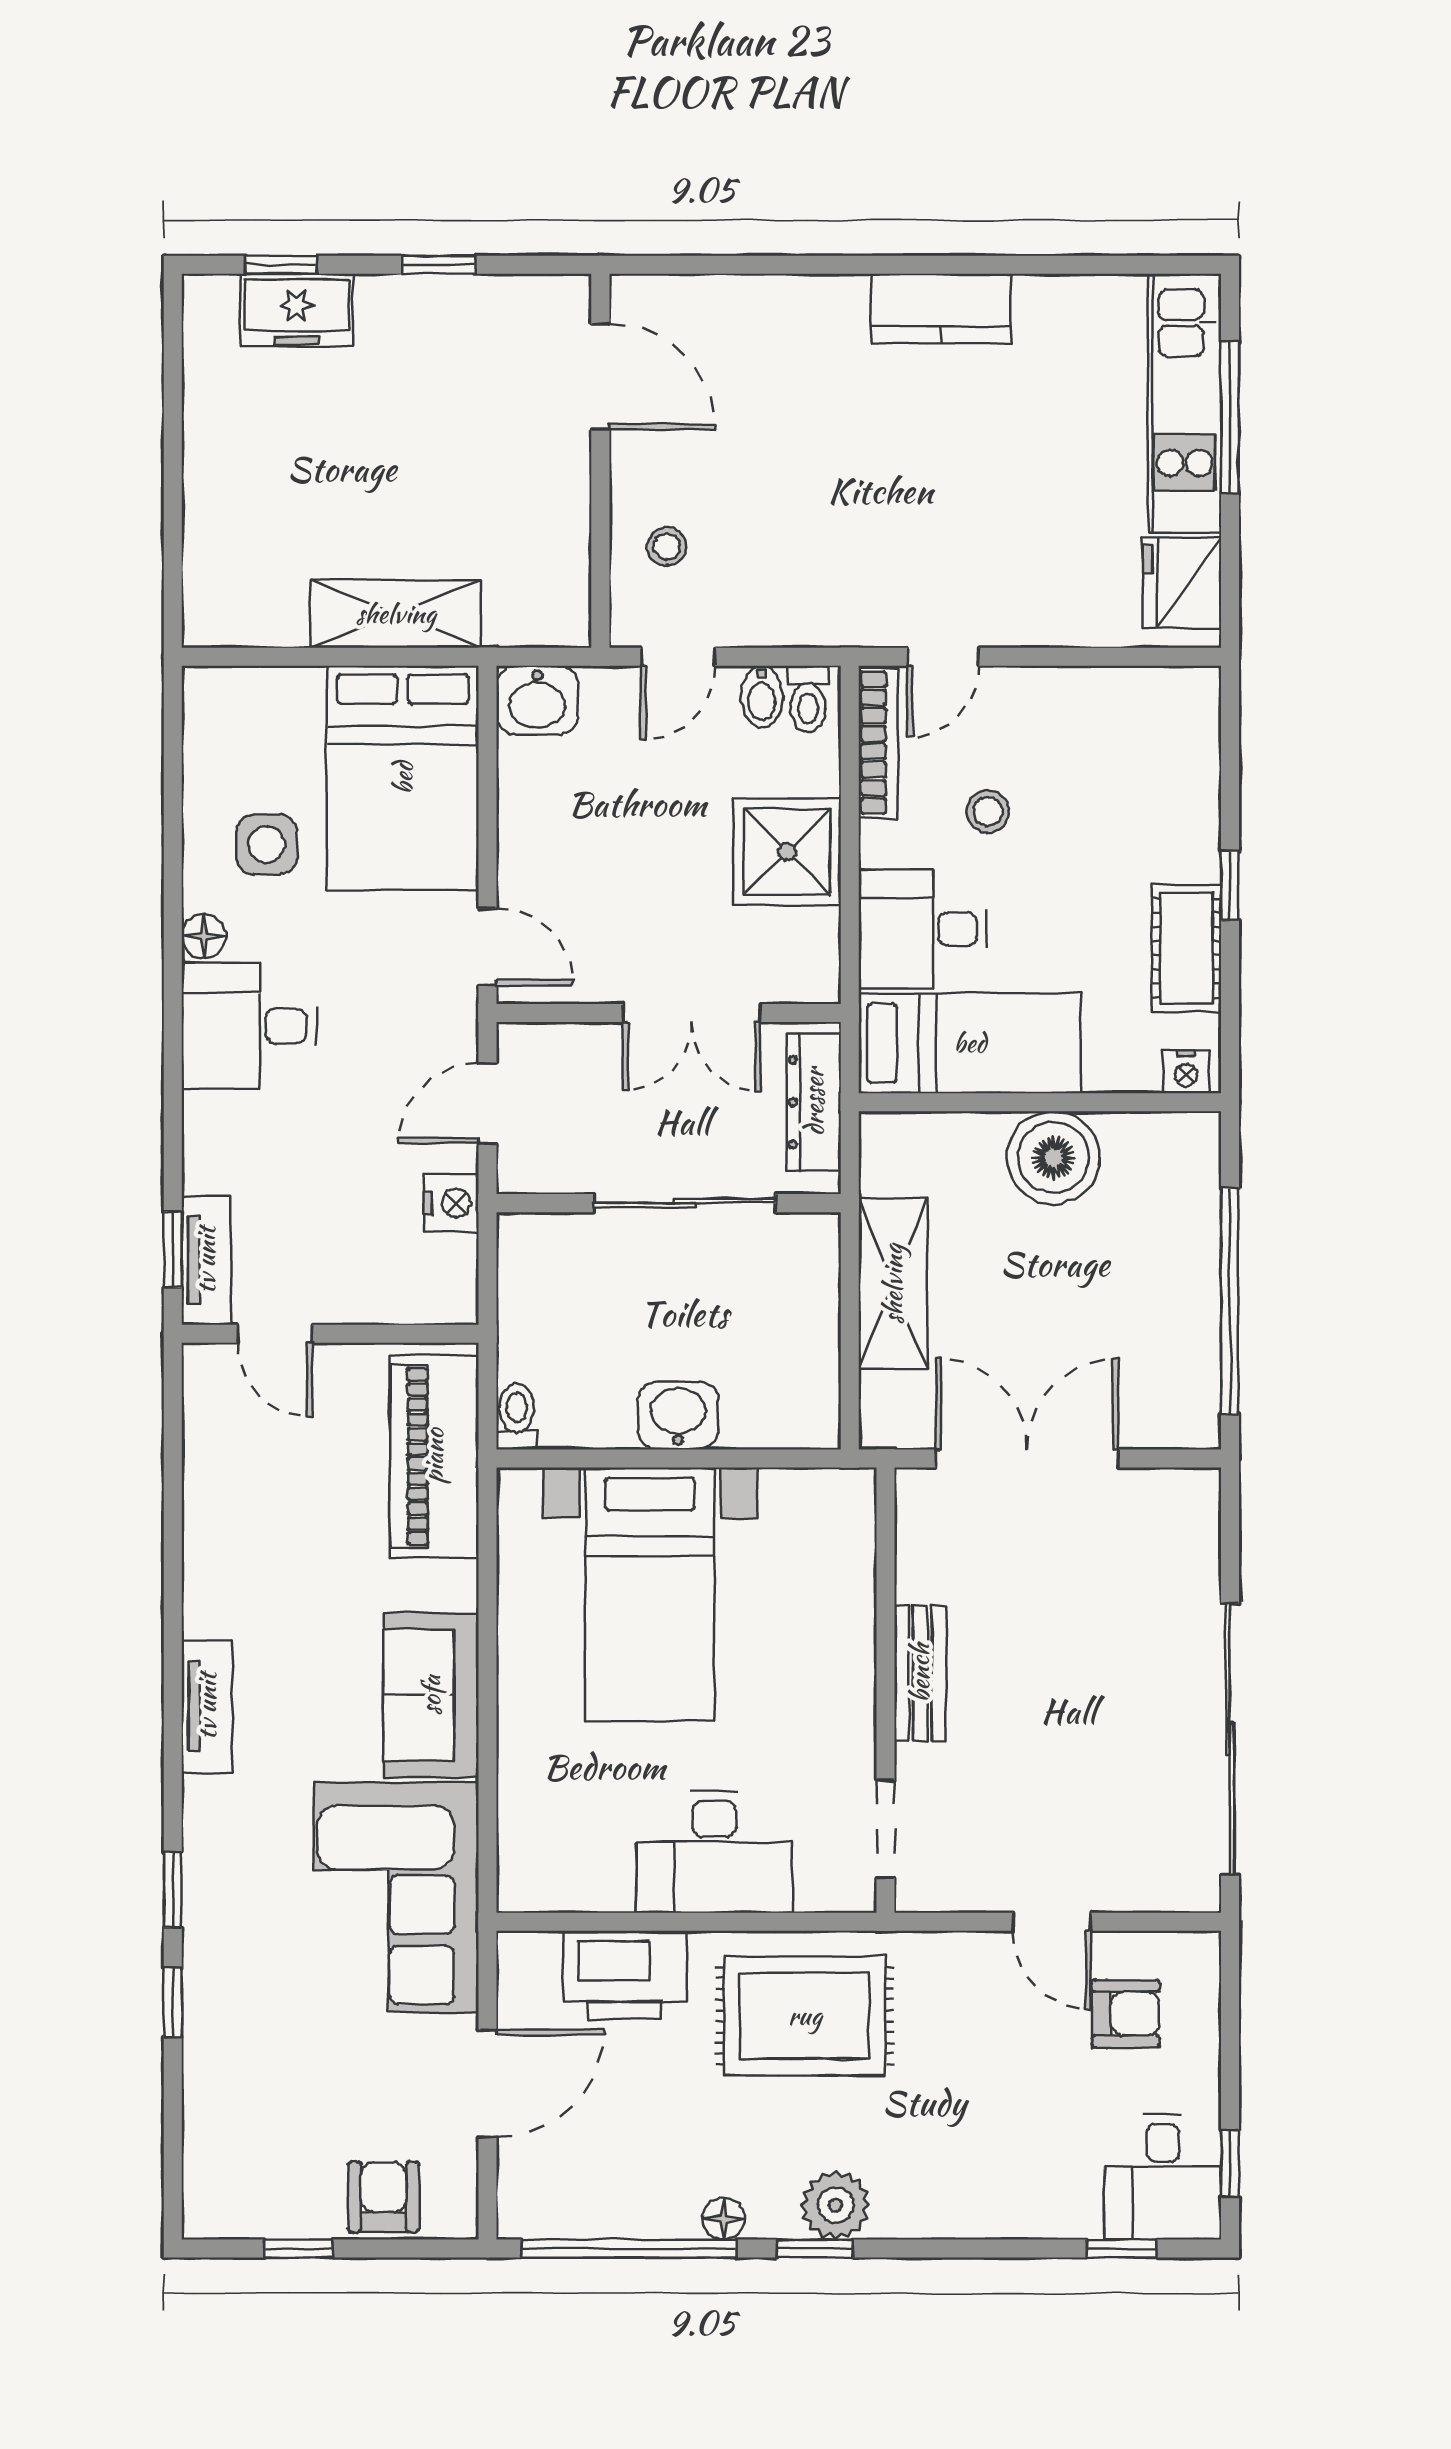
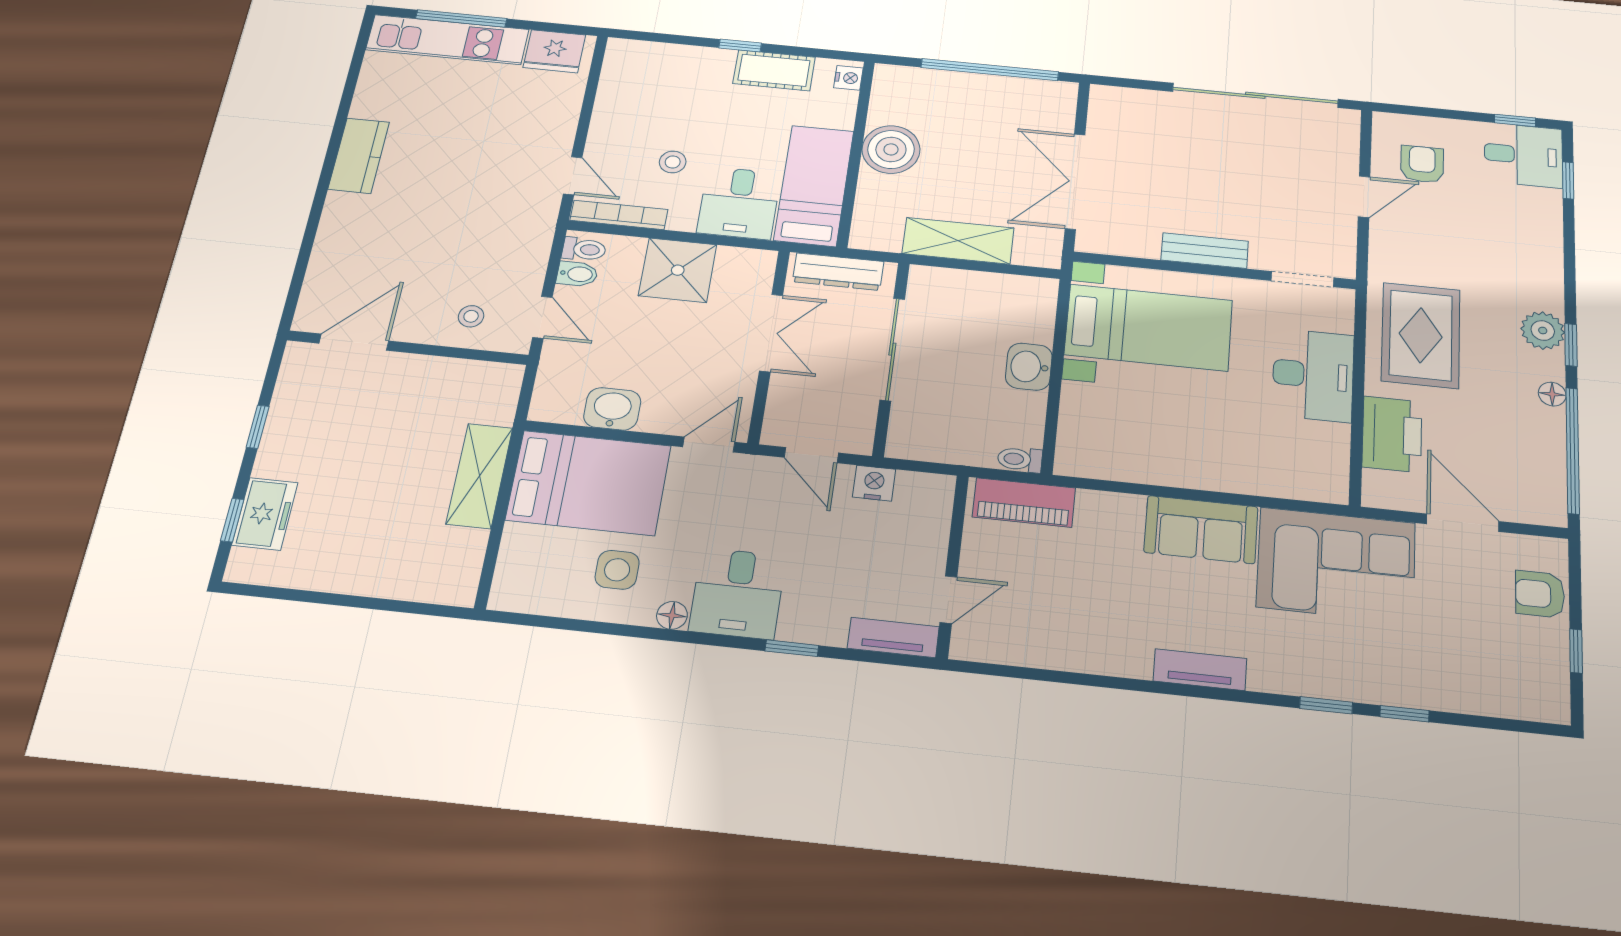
washbasin: (537, 700) -> (612, 409), moved, turned -90
window: (173, 1249) -> (792, 648), moved
piano: (434, 1456) -> (1024, 502), width x0.73, depth x0.75
bed with nightstands: (650, 1594) -> (1149, 327), moved

